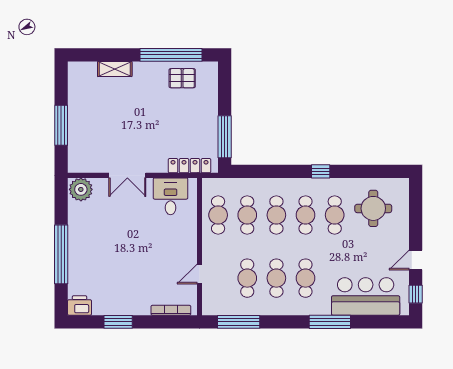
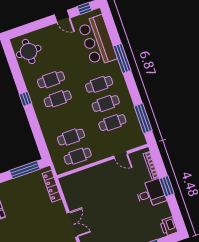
desk: (171, 196) -> (151, 194), moved, turned 180
round table: (373, 208) -> (29, 51), moved
cafe table: (276, 215) -> (64, 118), removed
window: (118, 322) -> (167, 186), moved

